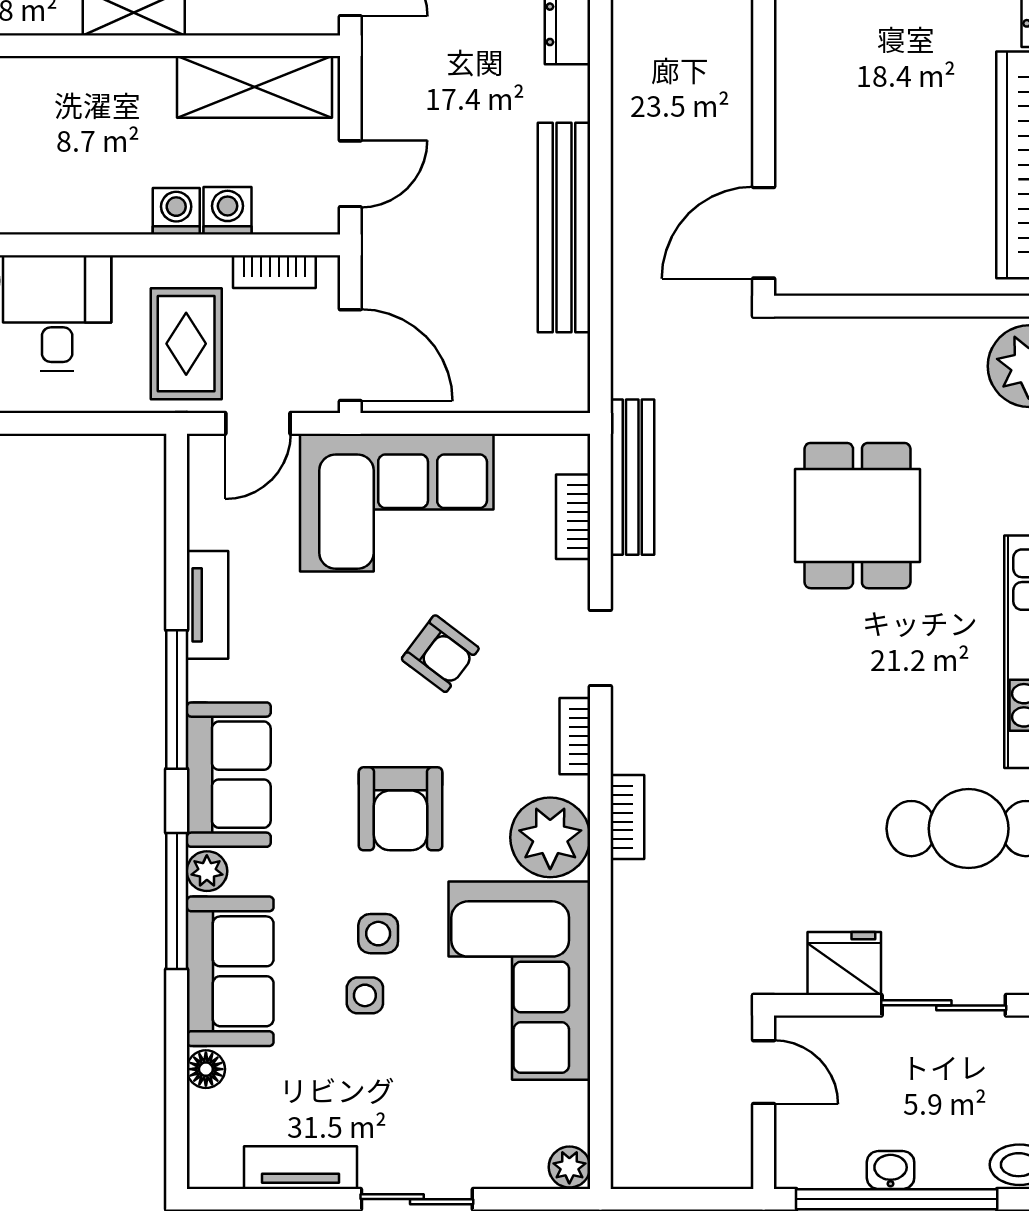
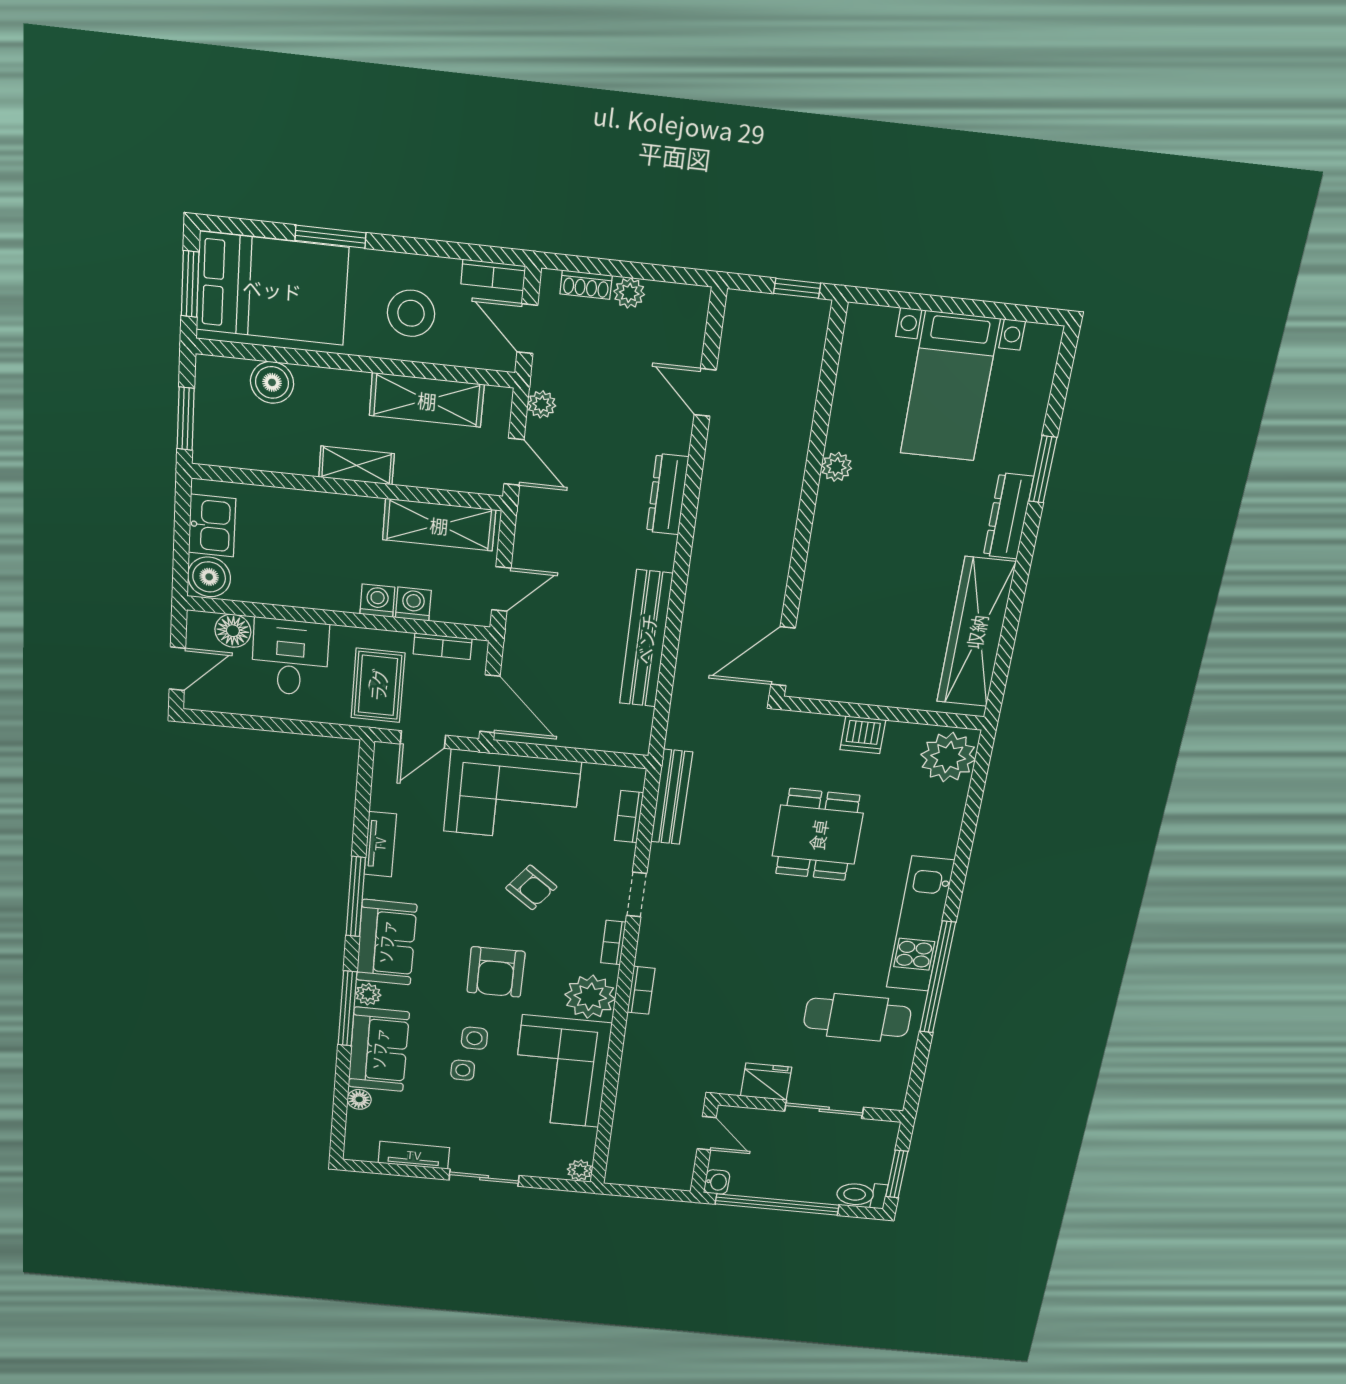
dishwasher: (898, 344) -> (863, 735), added
washbasin: (891, 1170) -> (717, 1182), moved, turned 90

